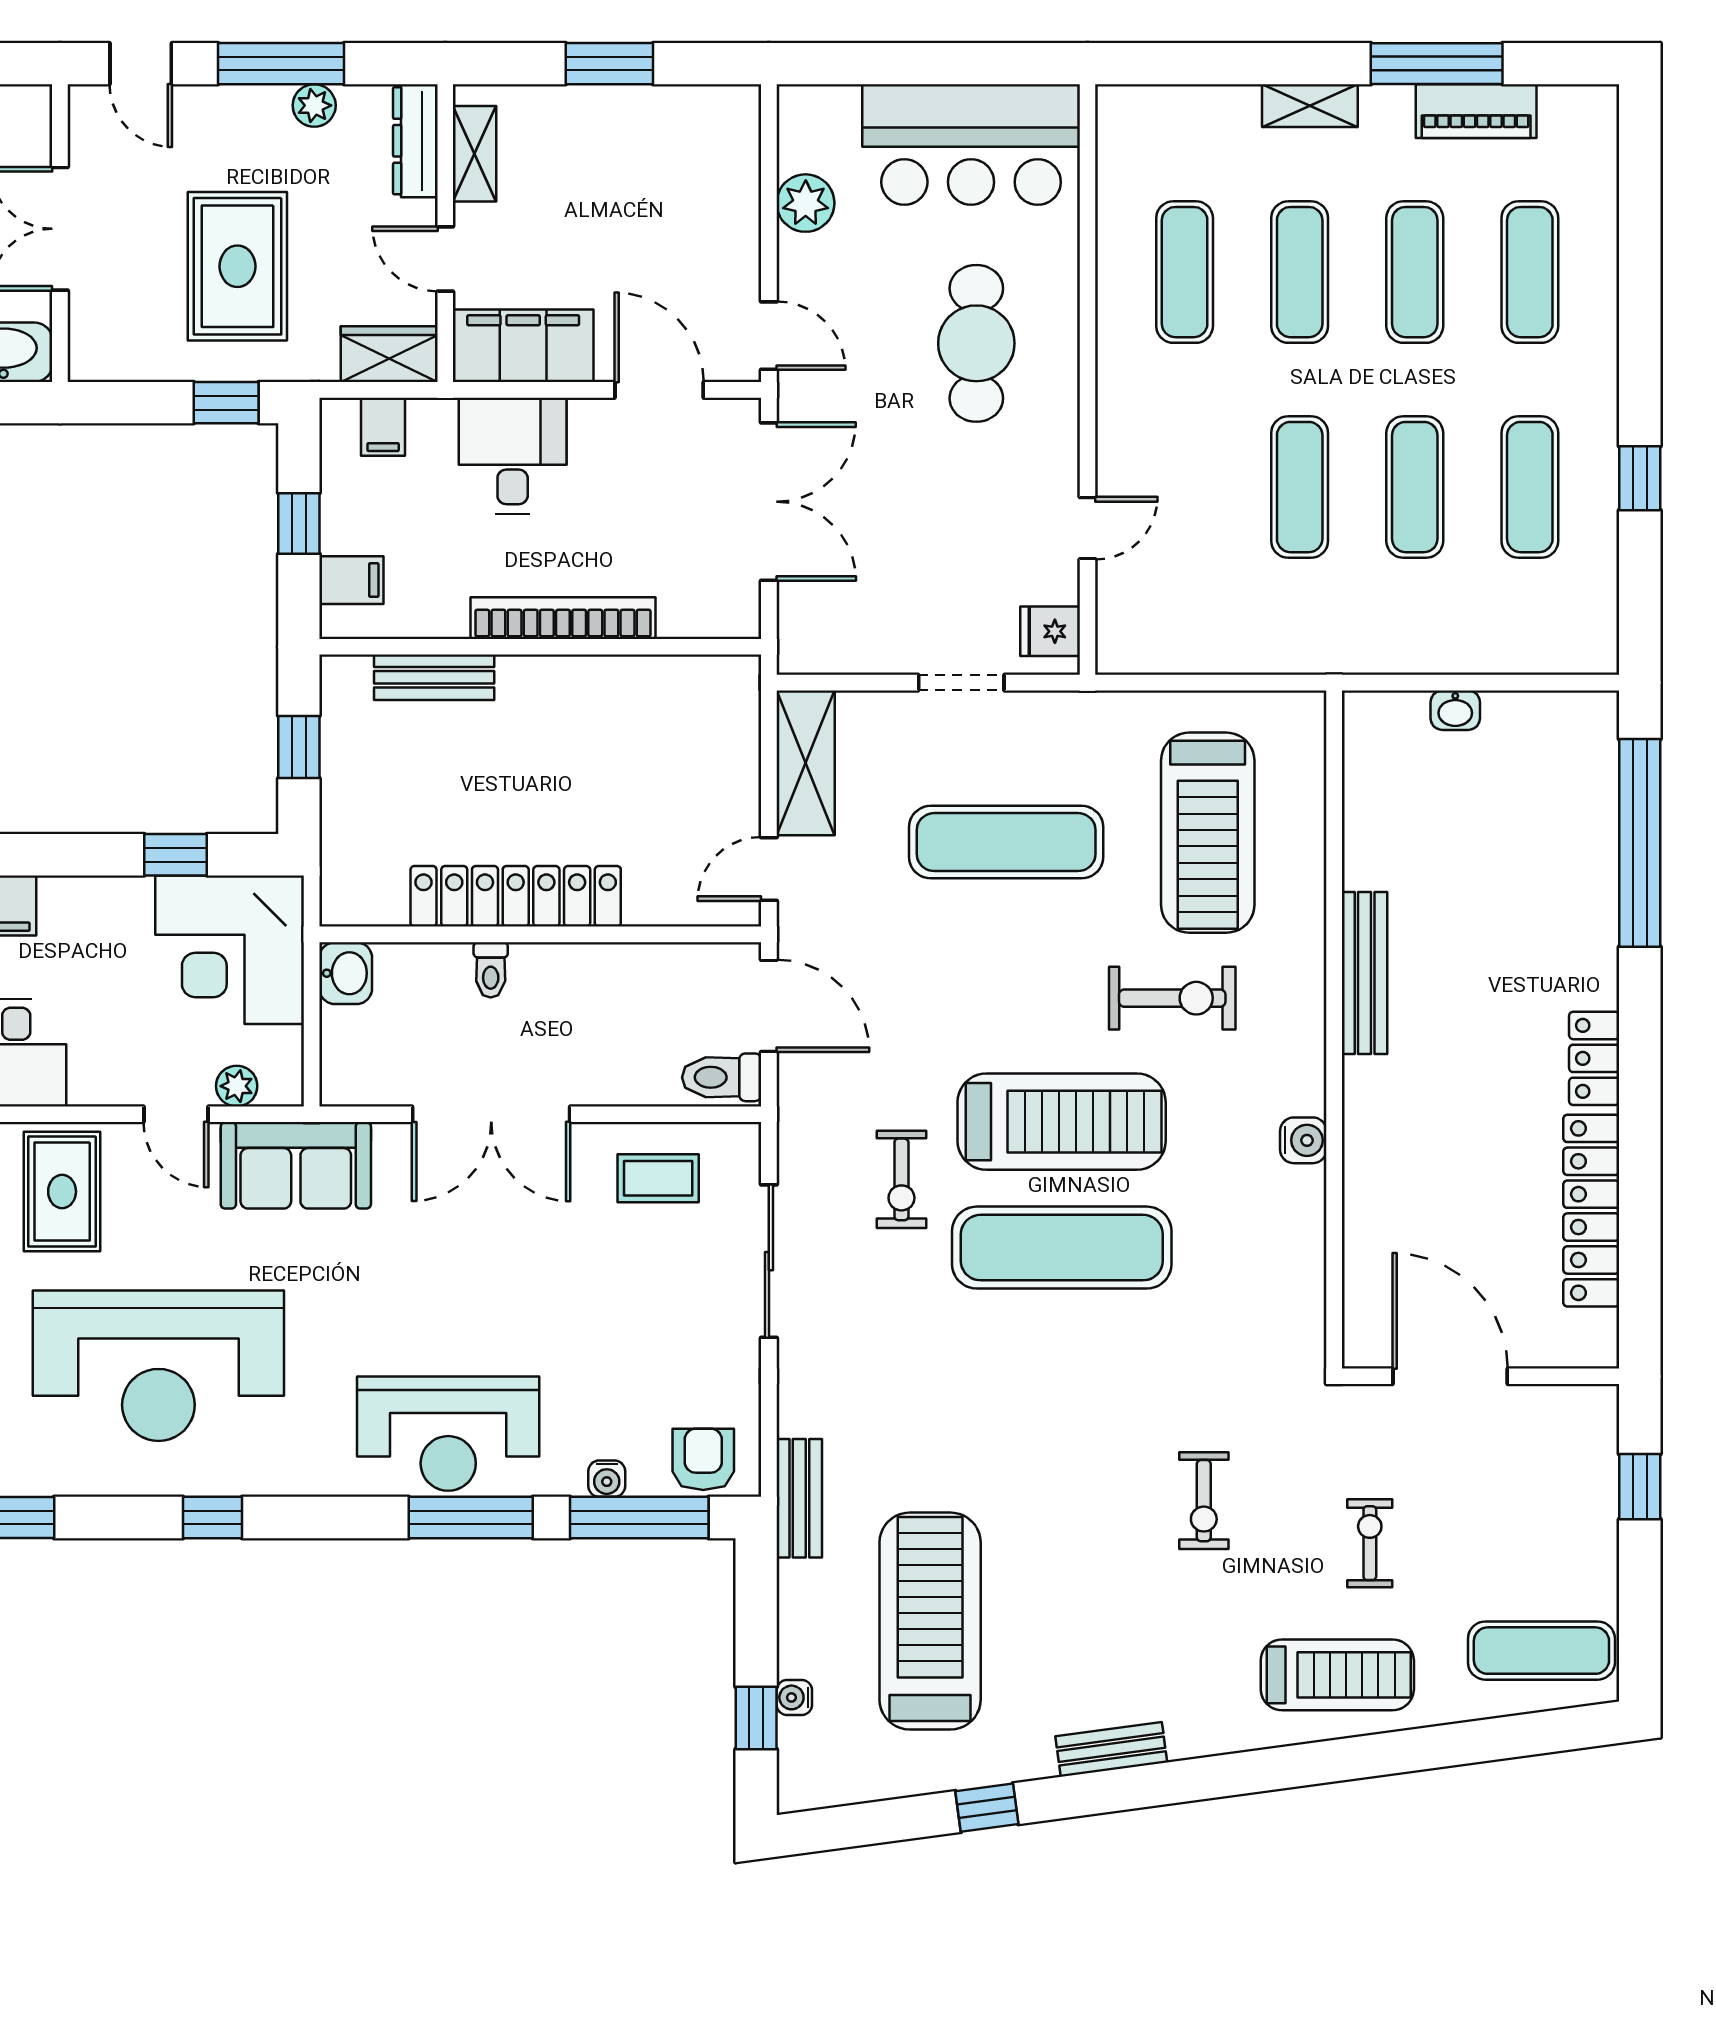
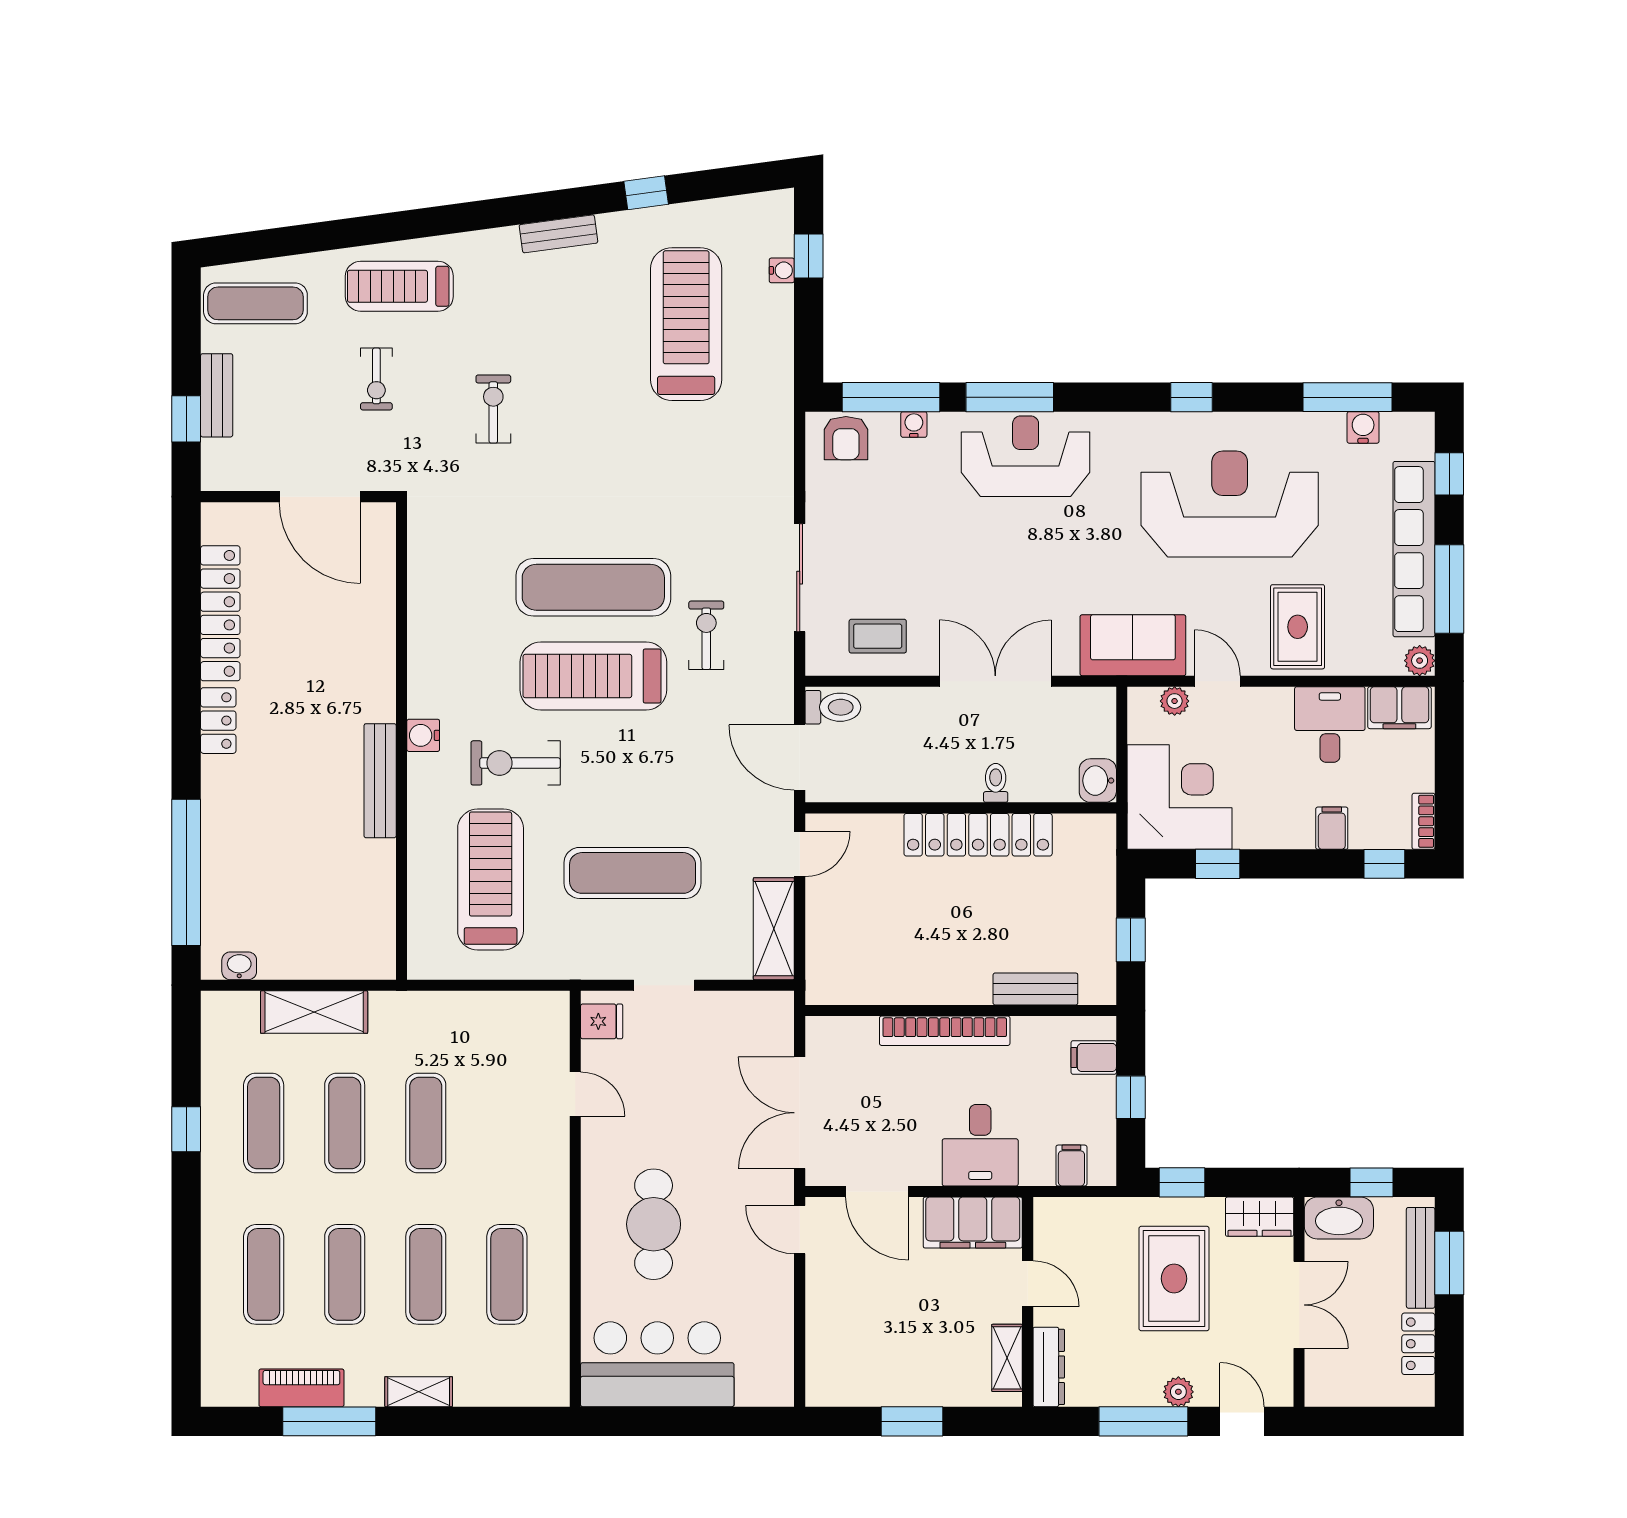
plant: (314, 105) -> (1178, 1392), moved
plant: (806, 203) -> (774, 1323), removed
wardrobe: (389, 354) -> (1260, 1217), moved
door: (1087, 528) -> (575, 1094), swing flipped
shelving: (1458, 645) -> (314, 1012), added
washbasin: (1455, 710) -> (239, 966), moved
water cooler: (1303, 1140) -> (423, 735), moved
bench: (799, 1498) -> (217, 395), moved
treadmill: (930, 1621) -> (686, 324), turned 180

